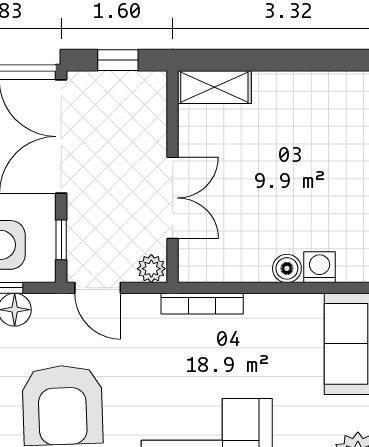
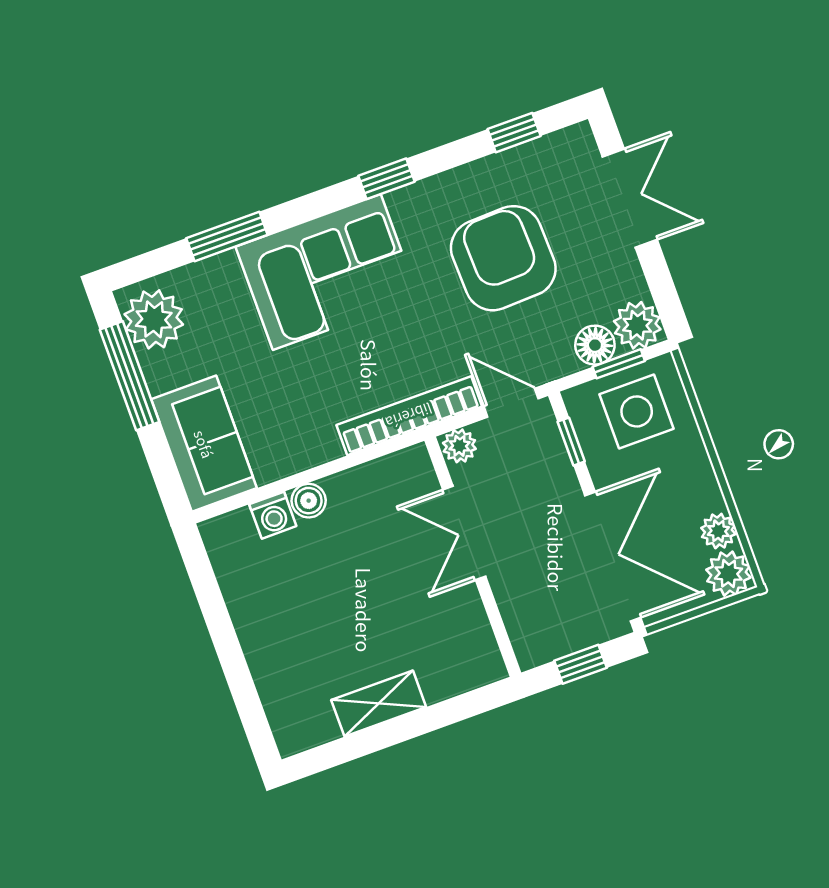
shelving: (214, 87) -> (379, 703), moved
bookcase: (202, 304) -> (409, 416), width x1.48, depth x1.31

